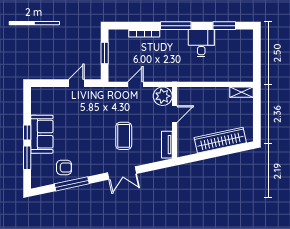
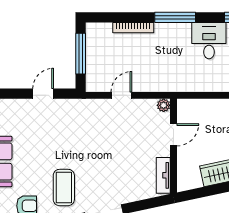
window: (105, 53) -> (81, 54), width x1.44
plant: (163, 96) -> (164, 105), width x0.53, depth x0.53
coffee table: (124, 136) -> (64, 187), moved

